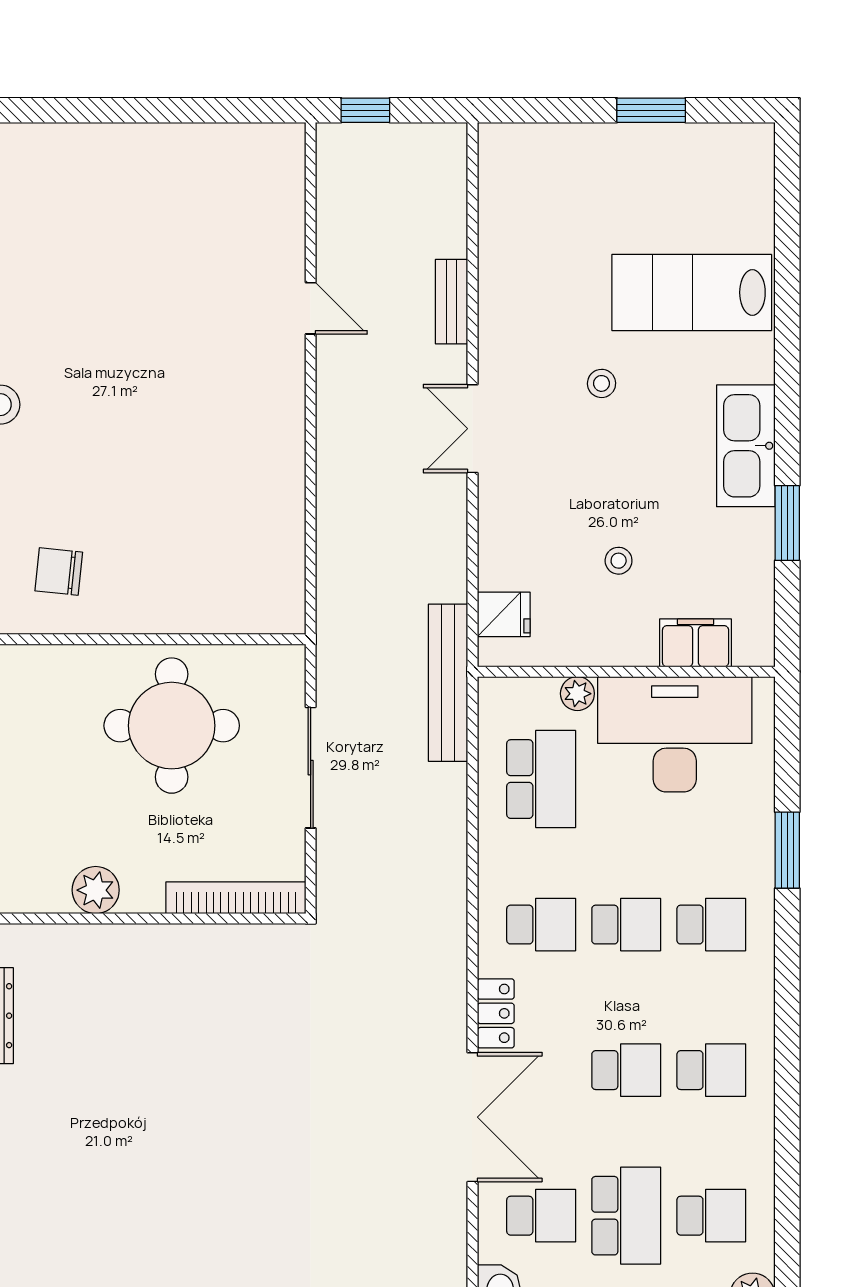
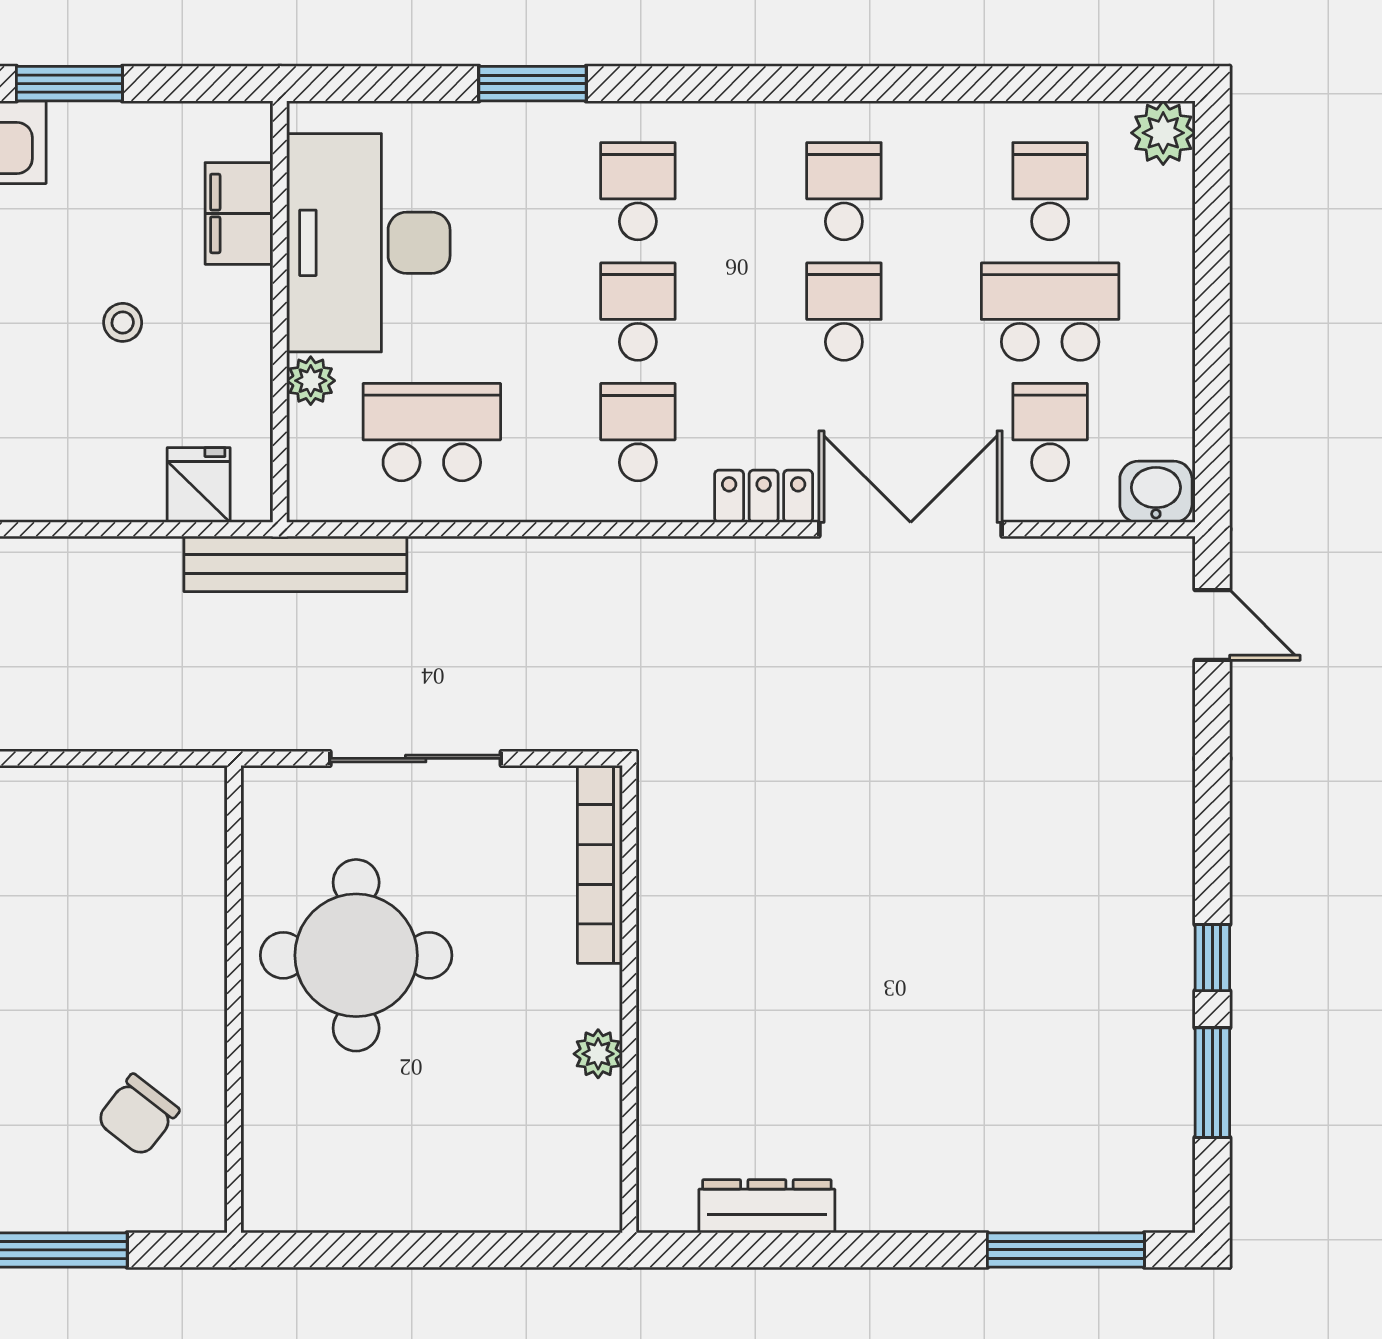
chair: (59, 571) -> (138, 1115), turned 32
plant: (96, 890) -> (598, 1054), width x0.73, depth x0.73

